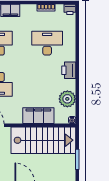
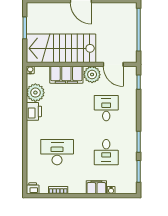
desk: (47, 43) -> (57, 152), turned 180
printer: (69, 70) -> (34, 111), moved
plant: (14, 116) -> (92, 75), added

